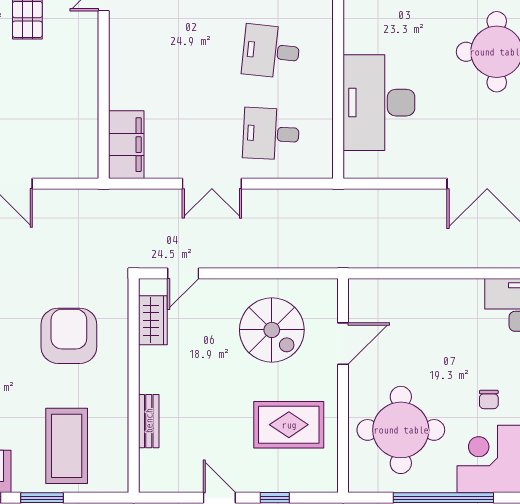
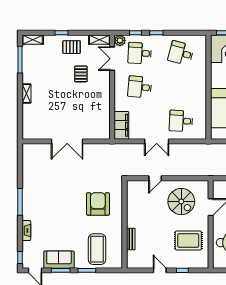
desk: (271, 51) -> (140, 87), moved
door: (183, 273) -> (155, 178), moved
wardrobe: (153, 320) -> (132, 198), removed

